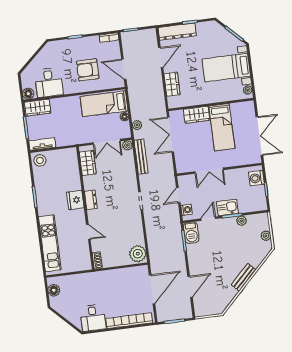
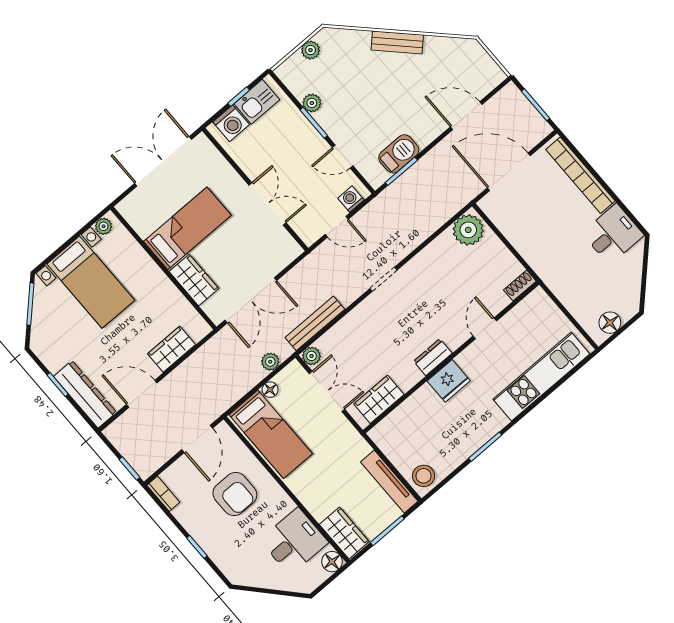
tv unit: (42, 144) -> (389, 482), width x1.41
kitchen sink: (227, 208) -> (257, 102), moved, turned -90
barbecue: (191, 233) -> (399, 154), moved

